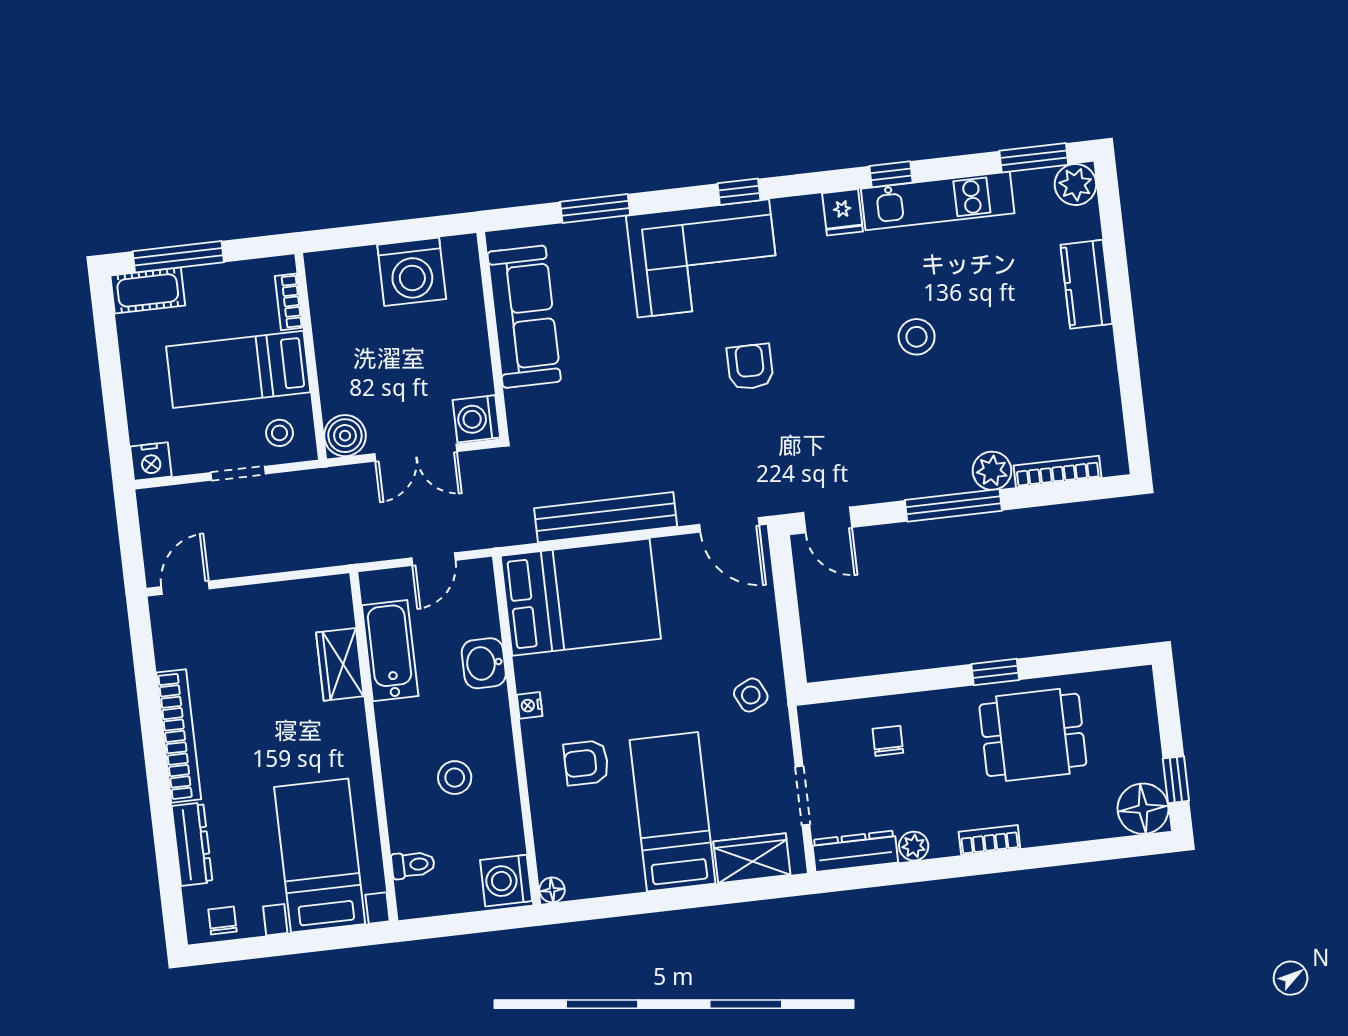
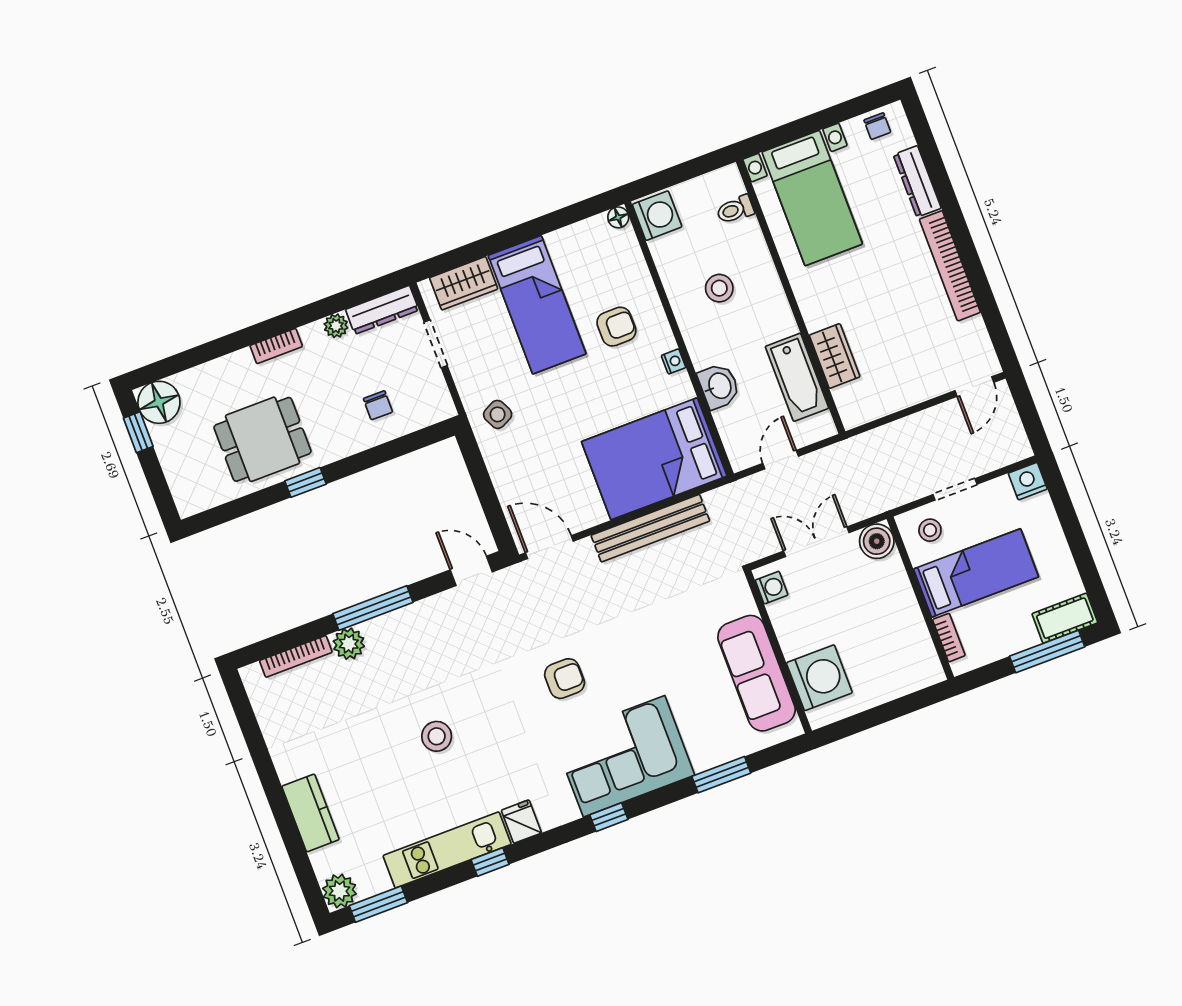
washing machine: (412, 272) -> (819, 678), moved, turned 90
armchair: (750, 367) -> (565, 679), turned -90
washing machine: (476, 419) -> (772, 588), width x0.73, depth x0.73

